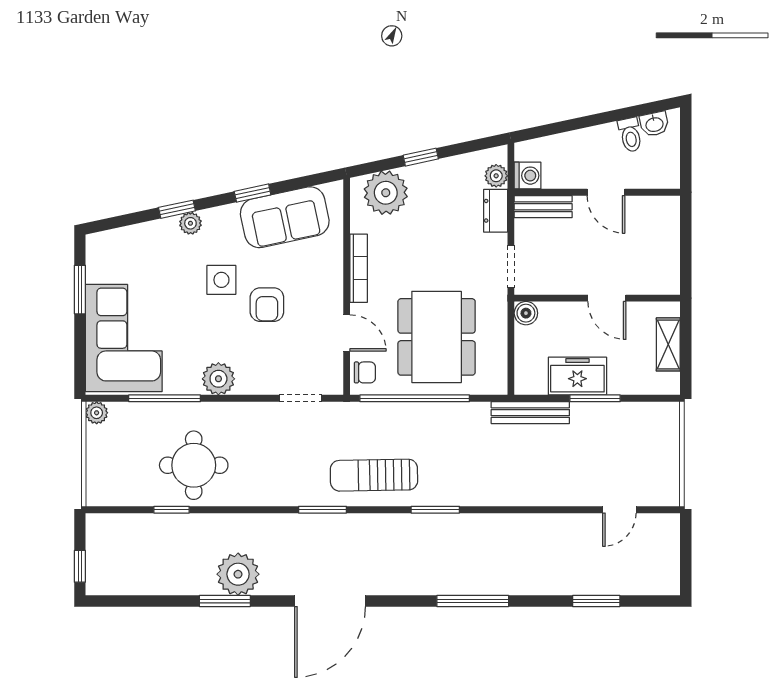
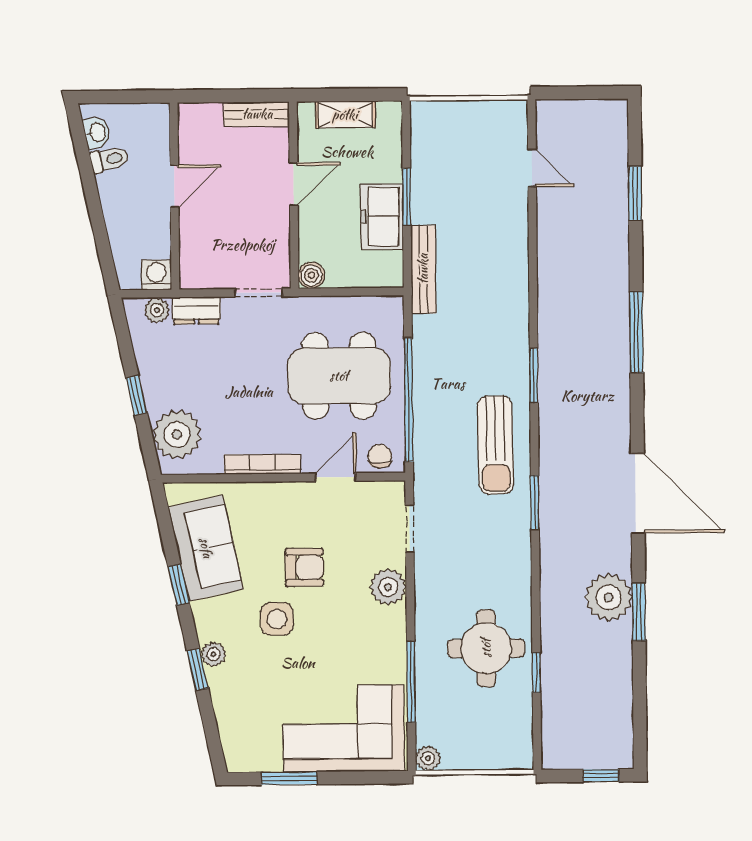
bench: (543, 207) -> (257, 114), moved, turned 90
plant: (218, 379) -> (388, 587), moved

